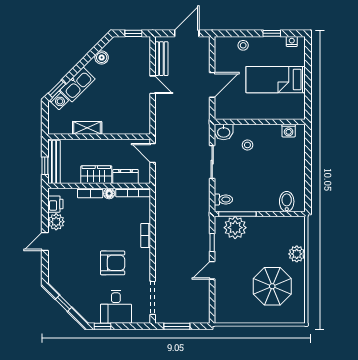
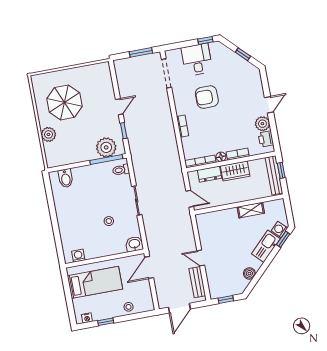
wall: (260, 122) -> (105, 259), moved
washing machine: (289, 131) -> (78, 256), moved
washbasin: (224, 132) -> (134, 244), moved

